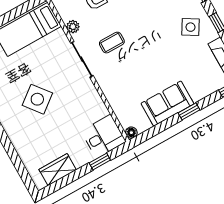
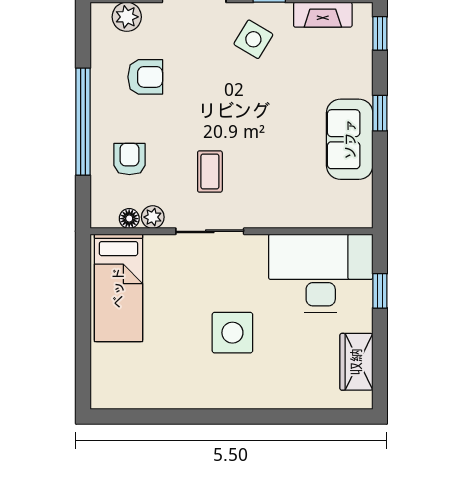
side table: (37, 99) -> (232, 333), turned 38
floor lamp: (131, 133) -> (129, 219), moved
desk: (103, 136) -> (321, 273), width x1.87, depth x1.30

